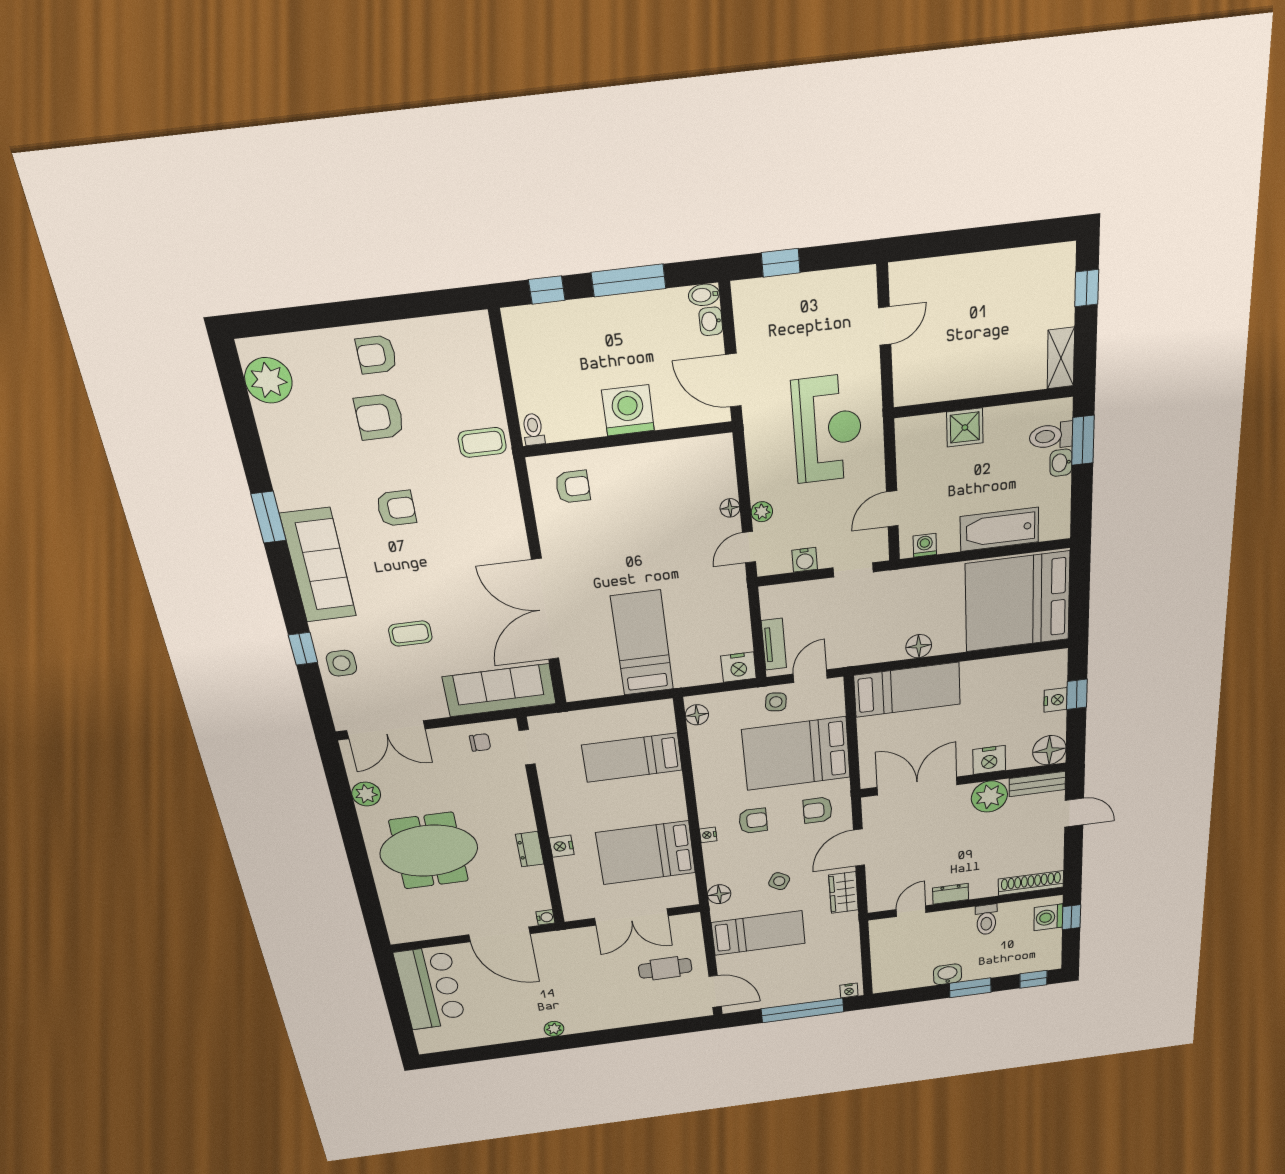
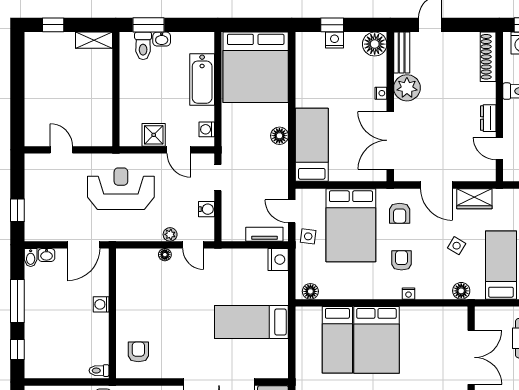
washing machine: (628, 410) -> (101, 304), width x0.53, depth x0.53
shower: (965, 427) -> (154, 135), moved
nightstand: (989, 760) -> (381, 93), width x0.53, depth x0.56
bed: (646, 853) -> (376, 340), moved

